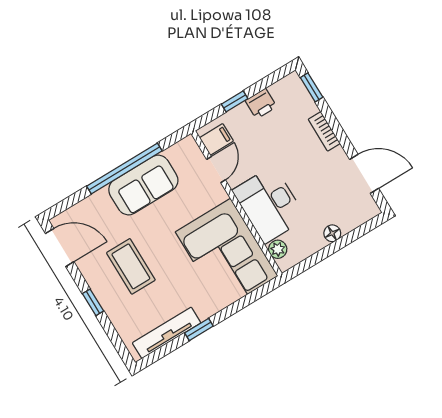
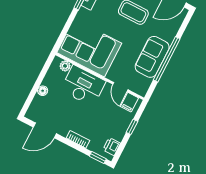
printer: (261, 104) -> (112, 147), moved

